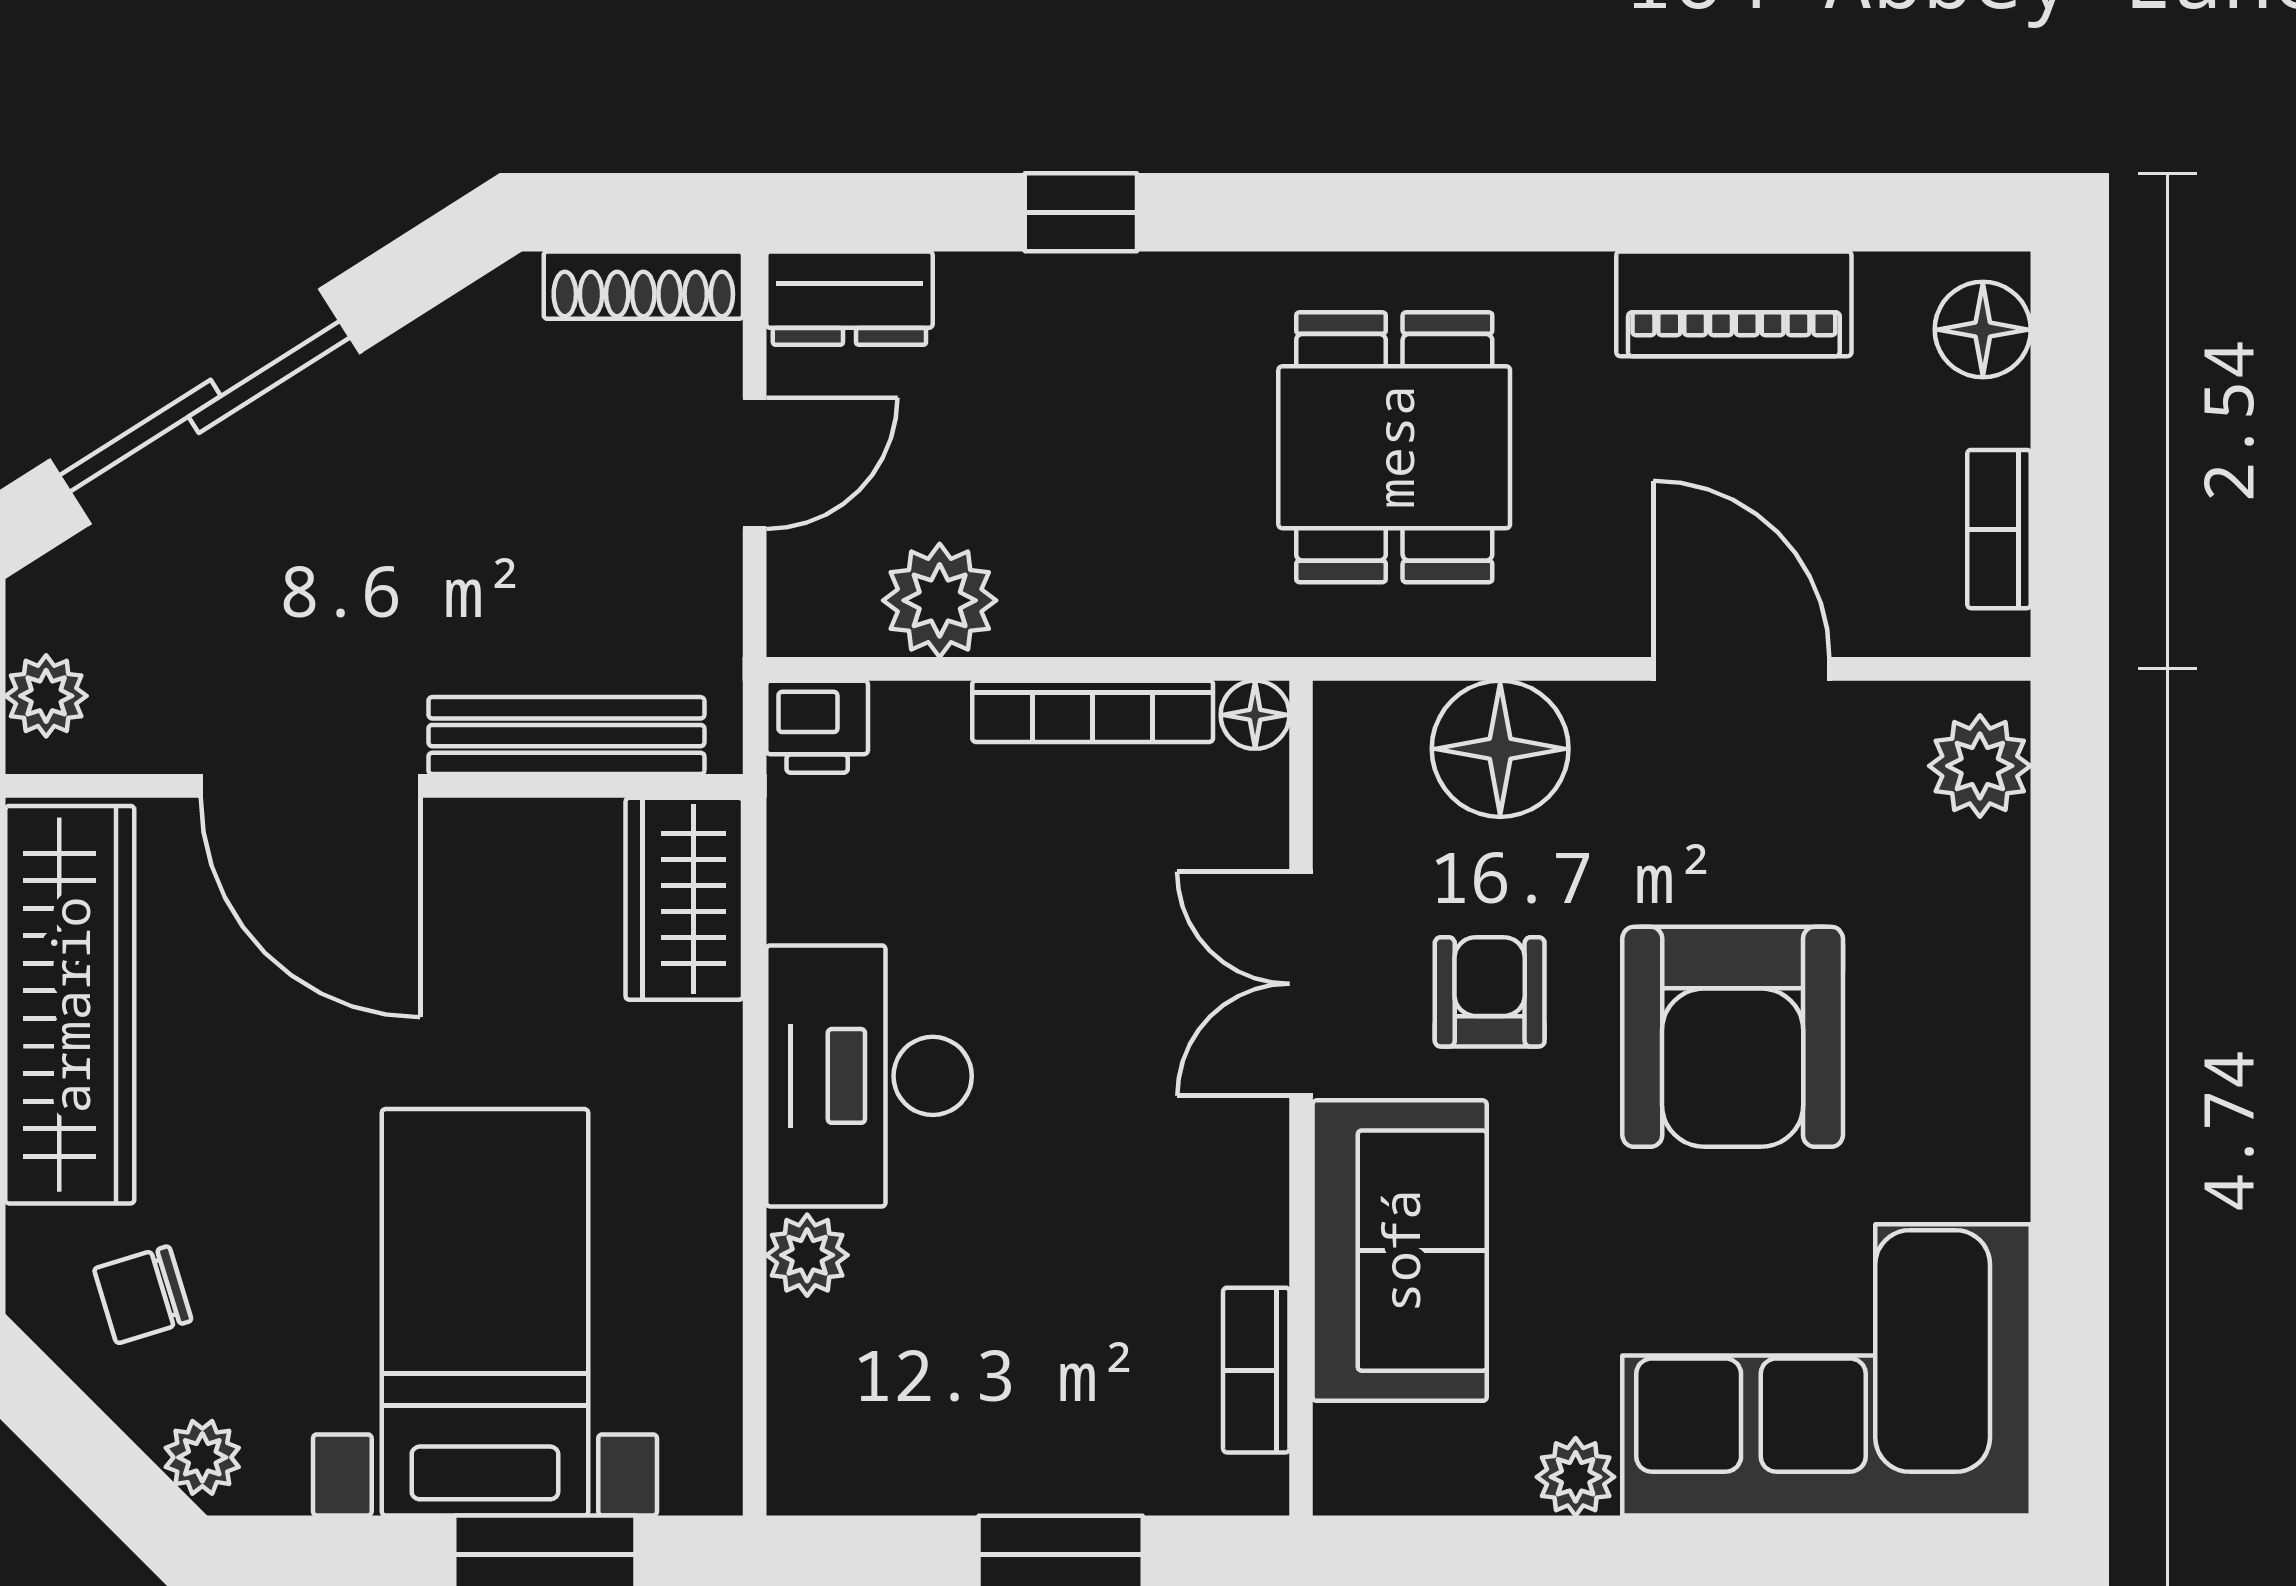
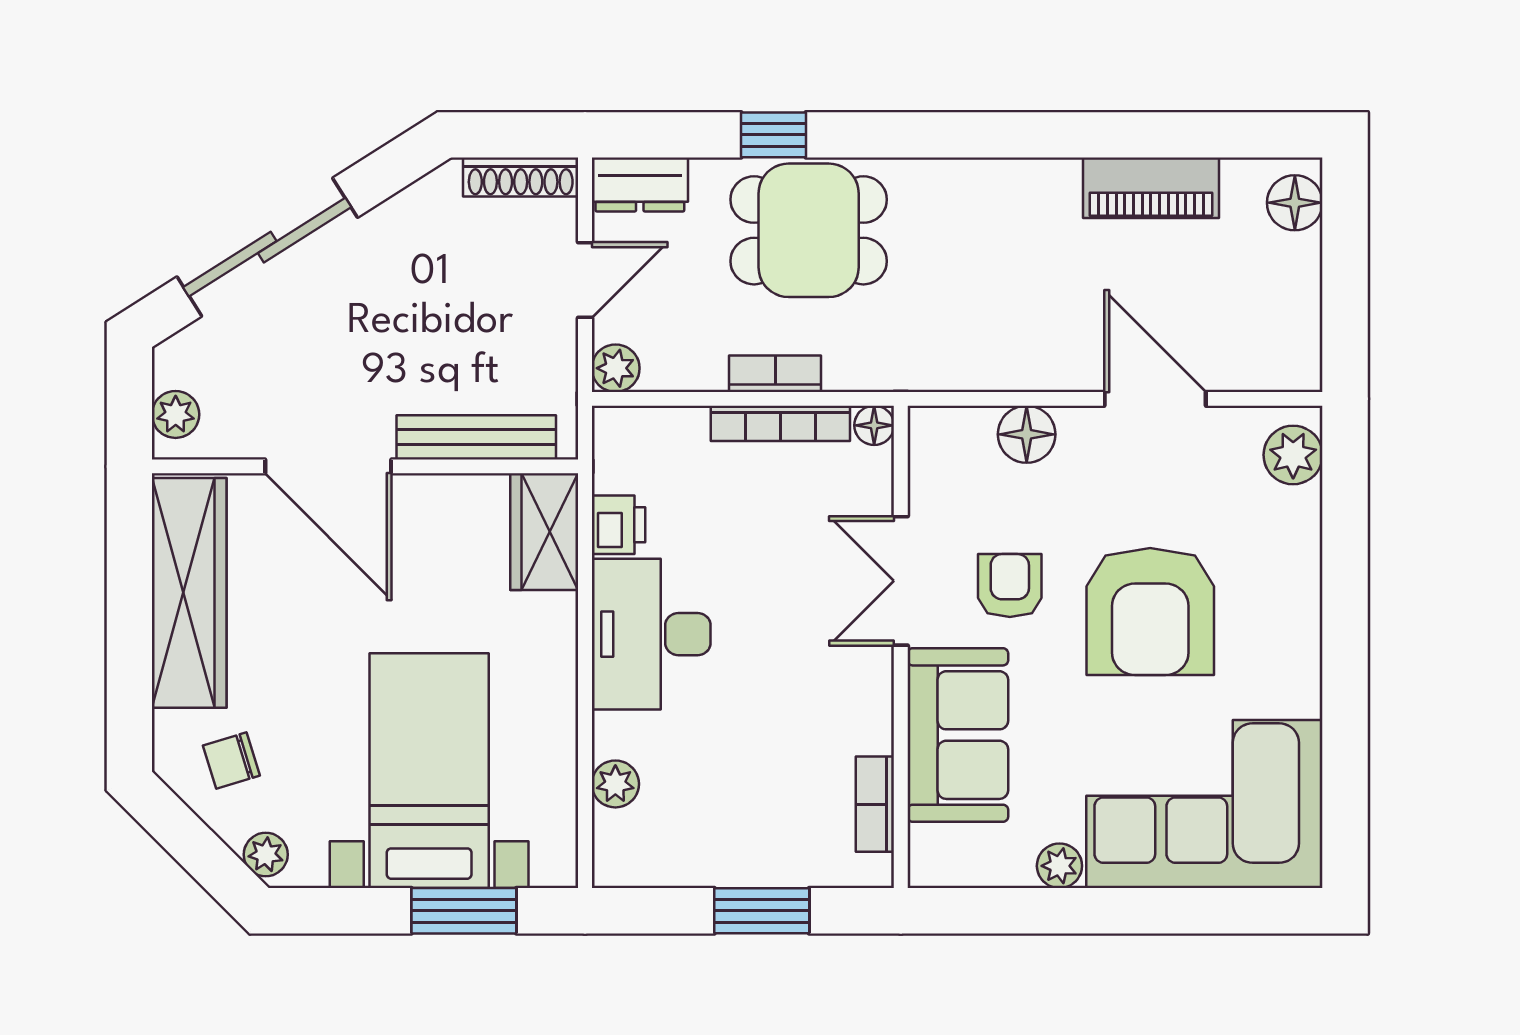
dining table: (1394, 447) -> (809, 230), moved, turned 90
bookcase: (1999, 529) -> (775, 374), moved, turned 90
plant: (940, 600) -> (616, 368), moved, width x0.73, depth x0.73
printer: (817, 727) -> (618, 525), moved, turned -90
floor lamp: (1500, 749) -> (1027, 434), width x0.73, depth x0.73
plant: (807, 1255) -> (615, 784), moved

